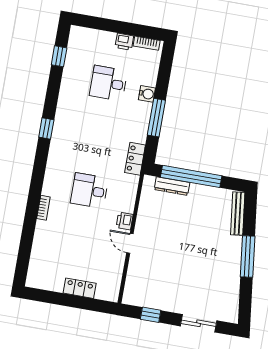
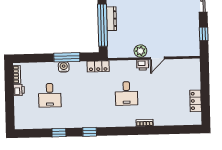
window: (59, 56) -> (59, 133), moved
water cooler: (147, 94) -> (64, 67), moved
dresser: (172, 186) -> (111, 19), moved
plant: (145, 222) -> (140, 51), added
locker: (80, 288) -> (196, 101), moved

